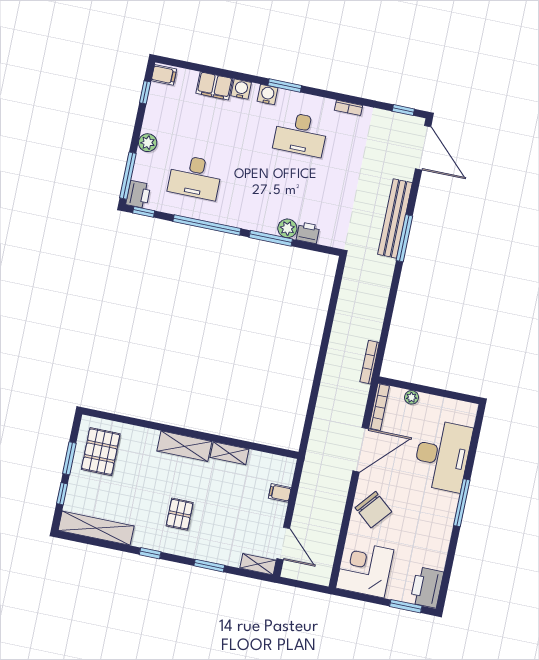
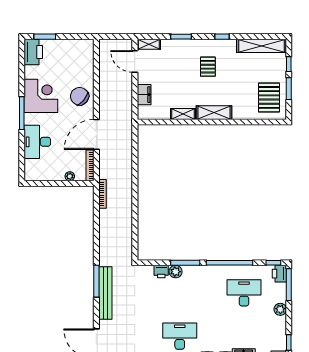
desk: (442, 456) -> (37, 142), width x0.73, depth x0.77
filing cabinet: (280, 493) -> (144, 95), width x2.00
corner desk: (365, 569) -> (41, 96), moved, turned -90

